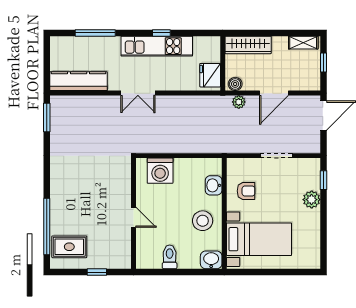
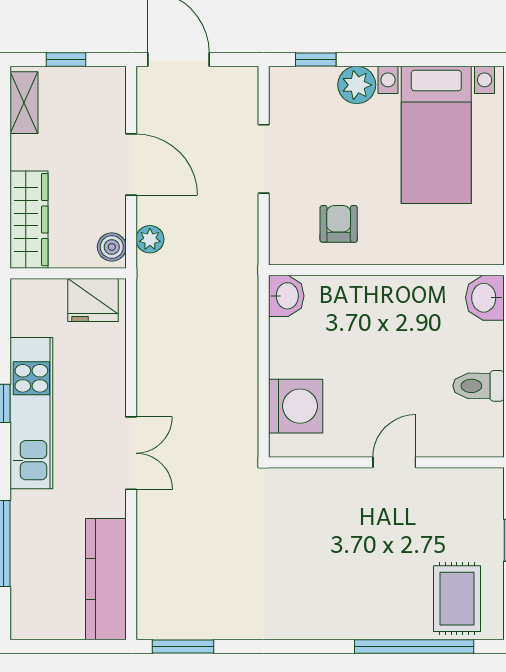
washbasin: (214, 185) -> (286, 296), moved, turned -90
stool: (203, 221) -> (402, 316), removed
bed with nightstands: (259, 239) -> (436, 135), moved, turned 180

